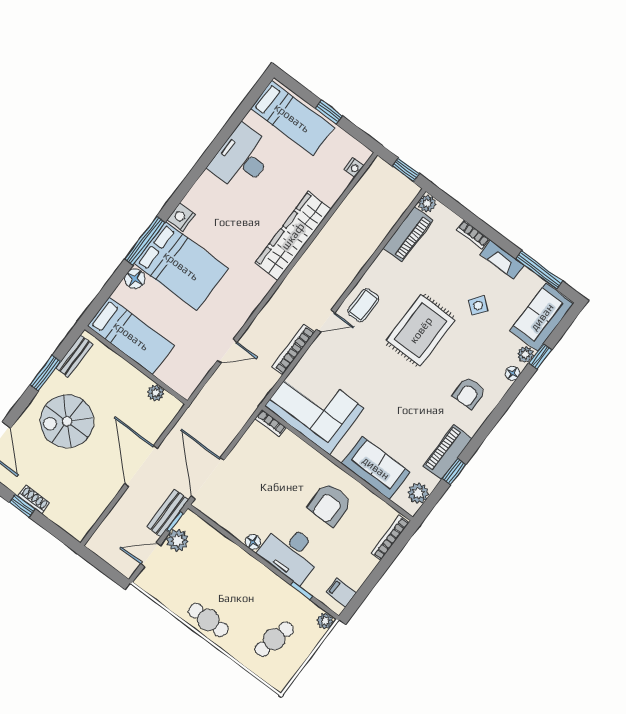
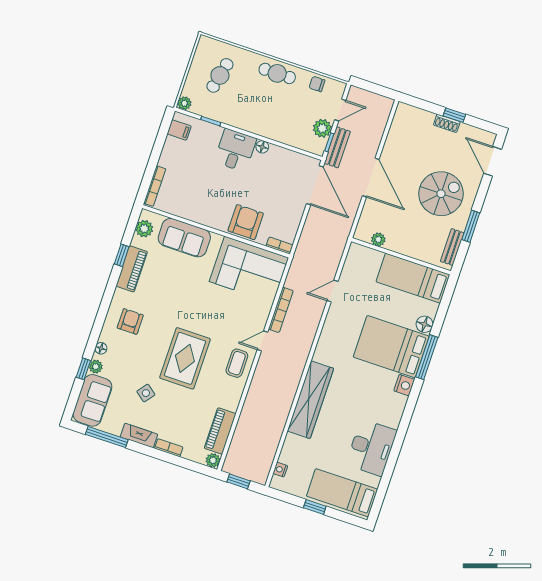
armchair: (330, 504) -> (246, 222), moved
desk: (291, 553) -> (235, 150), width x0.73
chair: (167, 593) -> (317, 84), added

